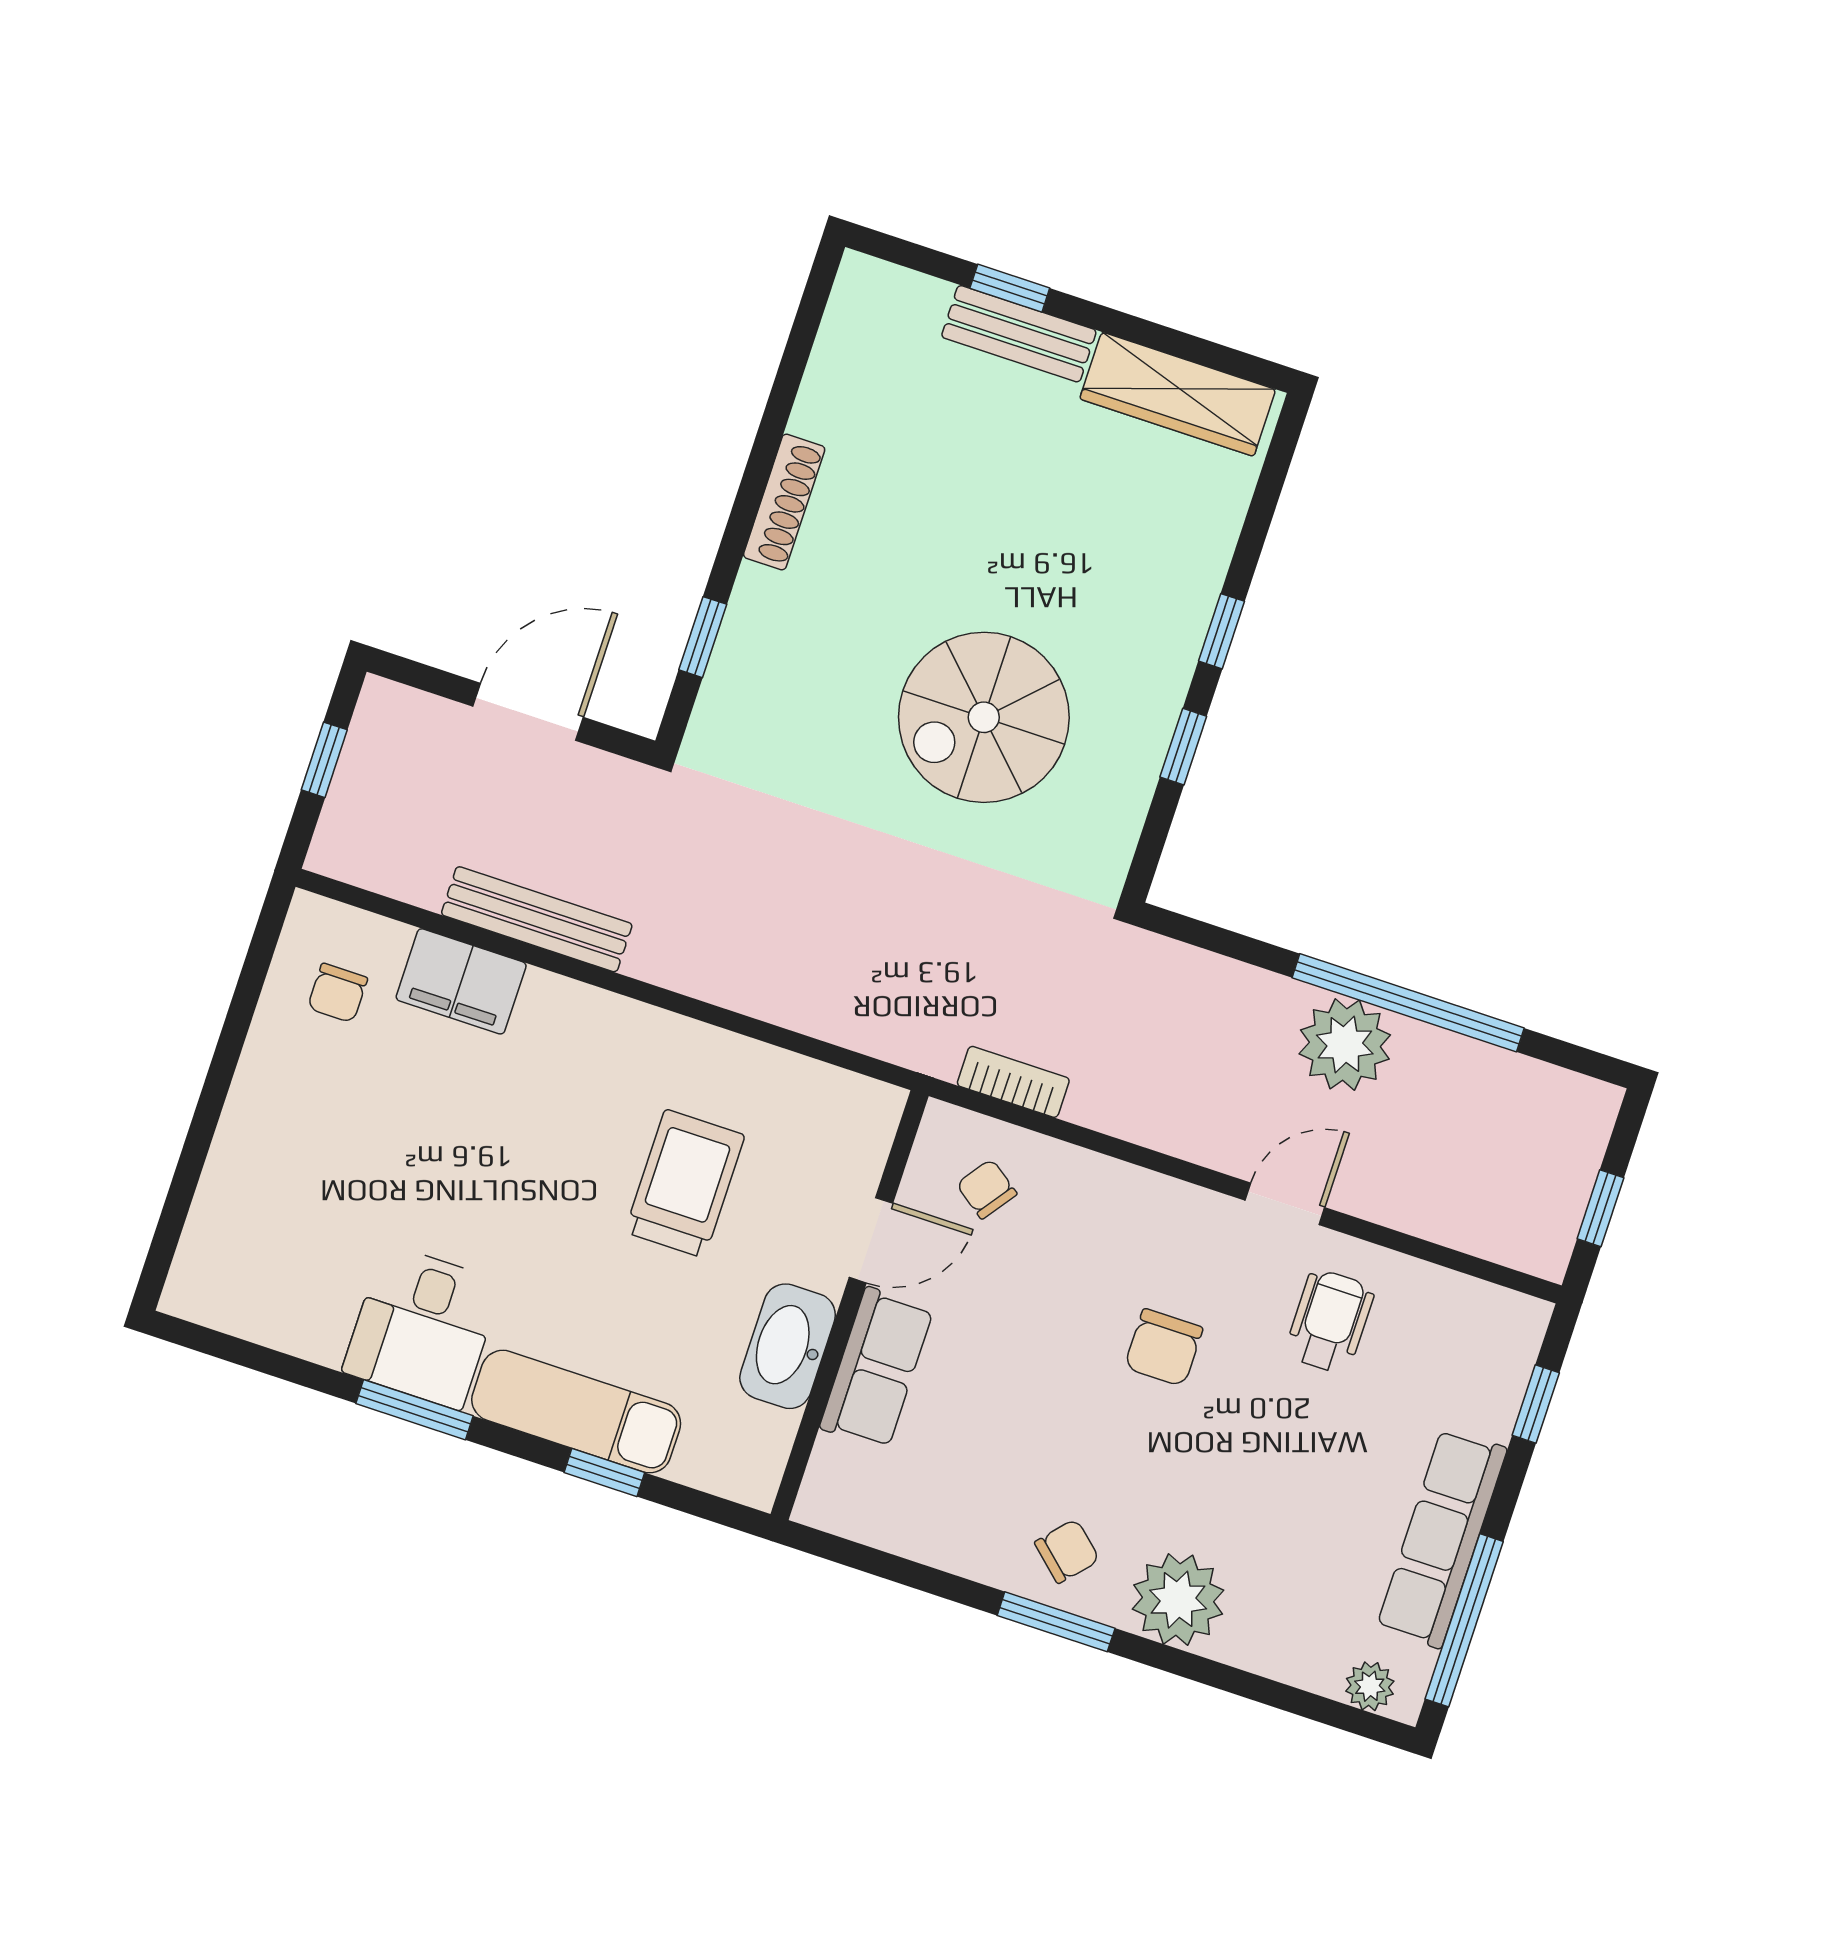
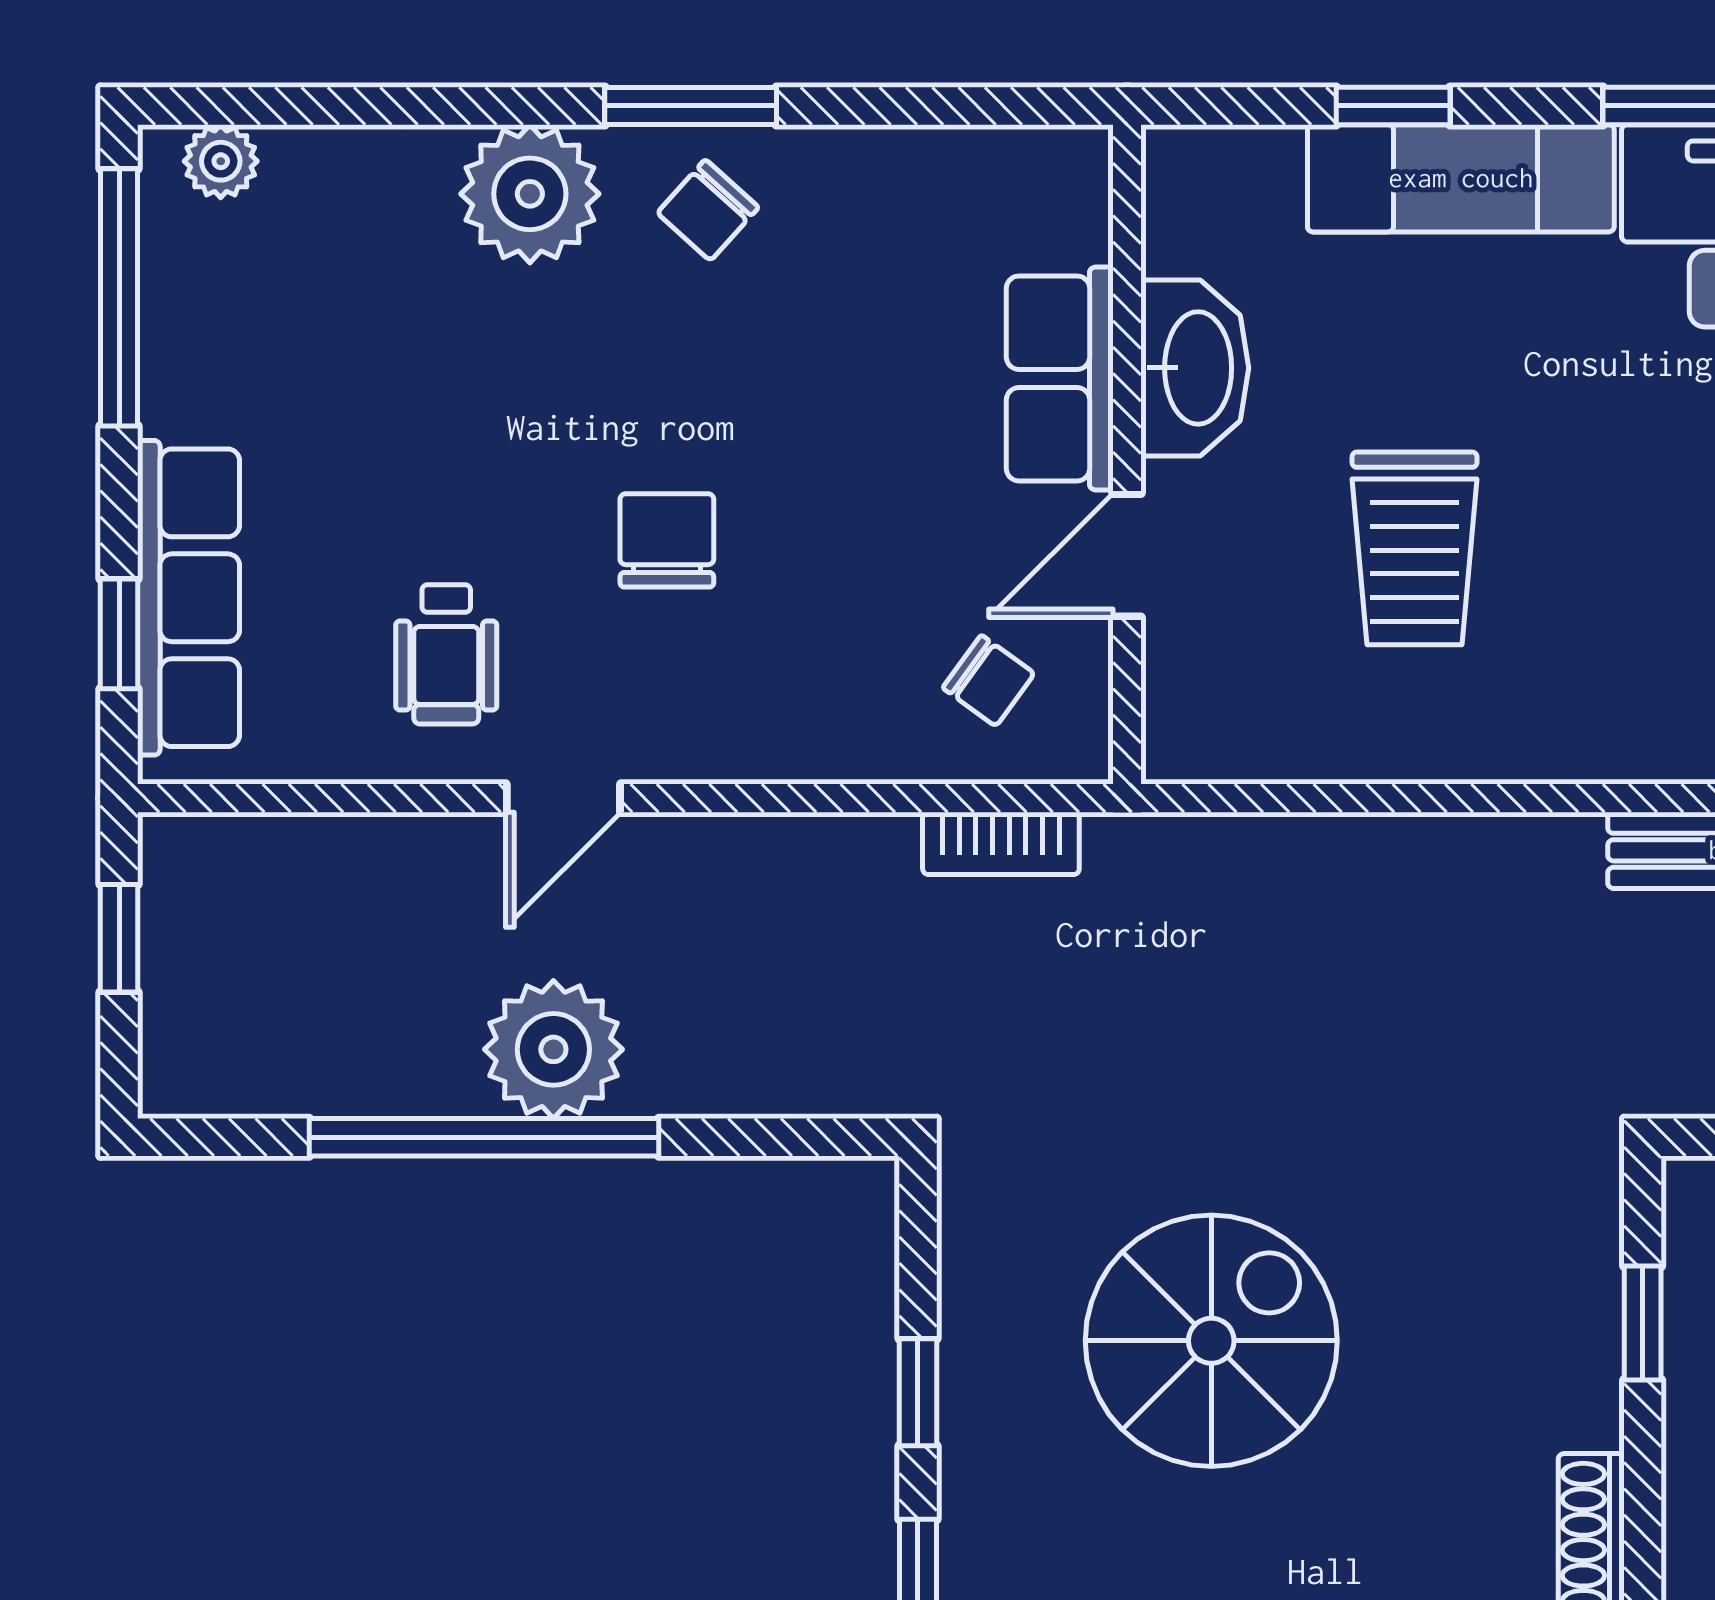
row of seats: (1442, 1538) -> (189, 598), moved

